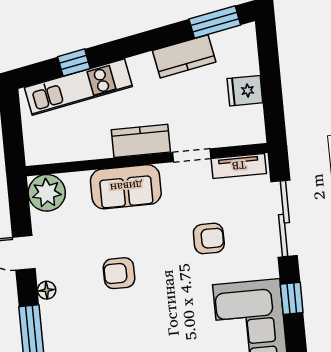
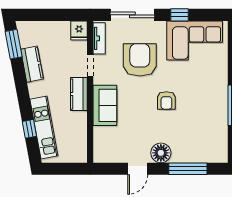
fridge: (245, 91) -> (79, 30), moved
plant: (47, 193) -> (104, 152), removed
armchair: (209, 238) -> (140, 60), width x1.88, depth x1.88
armchair: (119, 273) -> (166, 100), moved
floor lamp: (47, 290) -> (161, 153), width x1.89, depth x1.89

